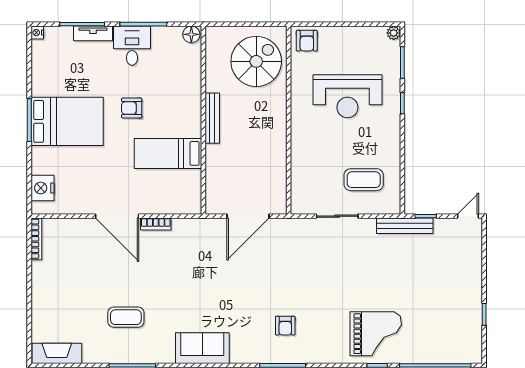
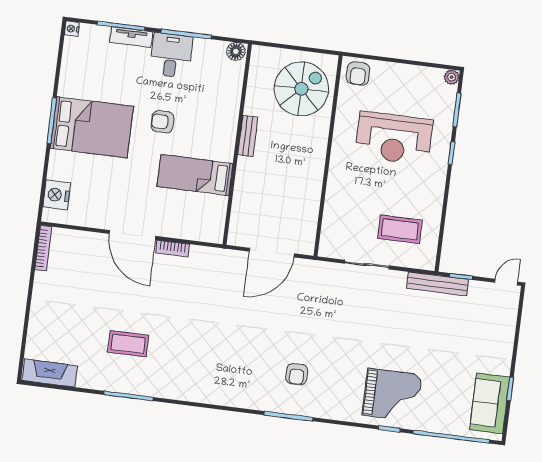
bench: (212, 118) -> (248, 136), width x0.73
sofa: (202, 348) -> (490, 403), moved, turned -90

